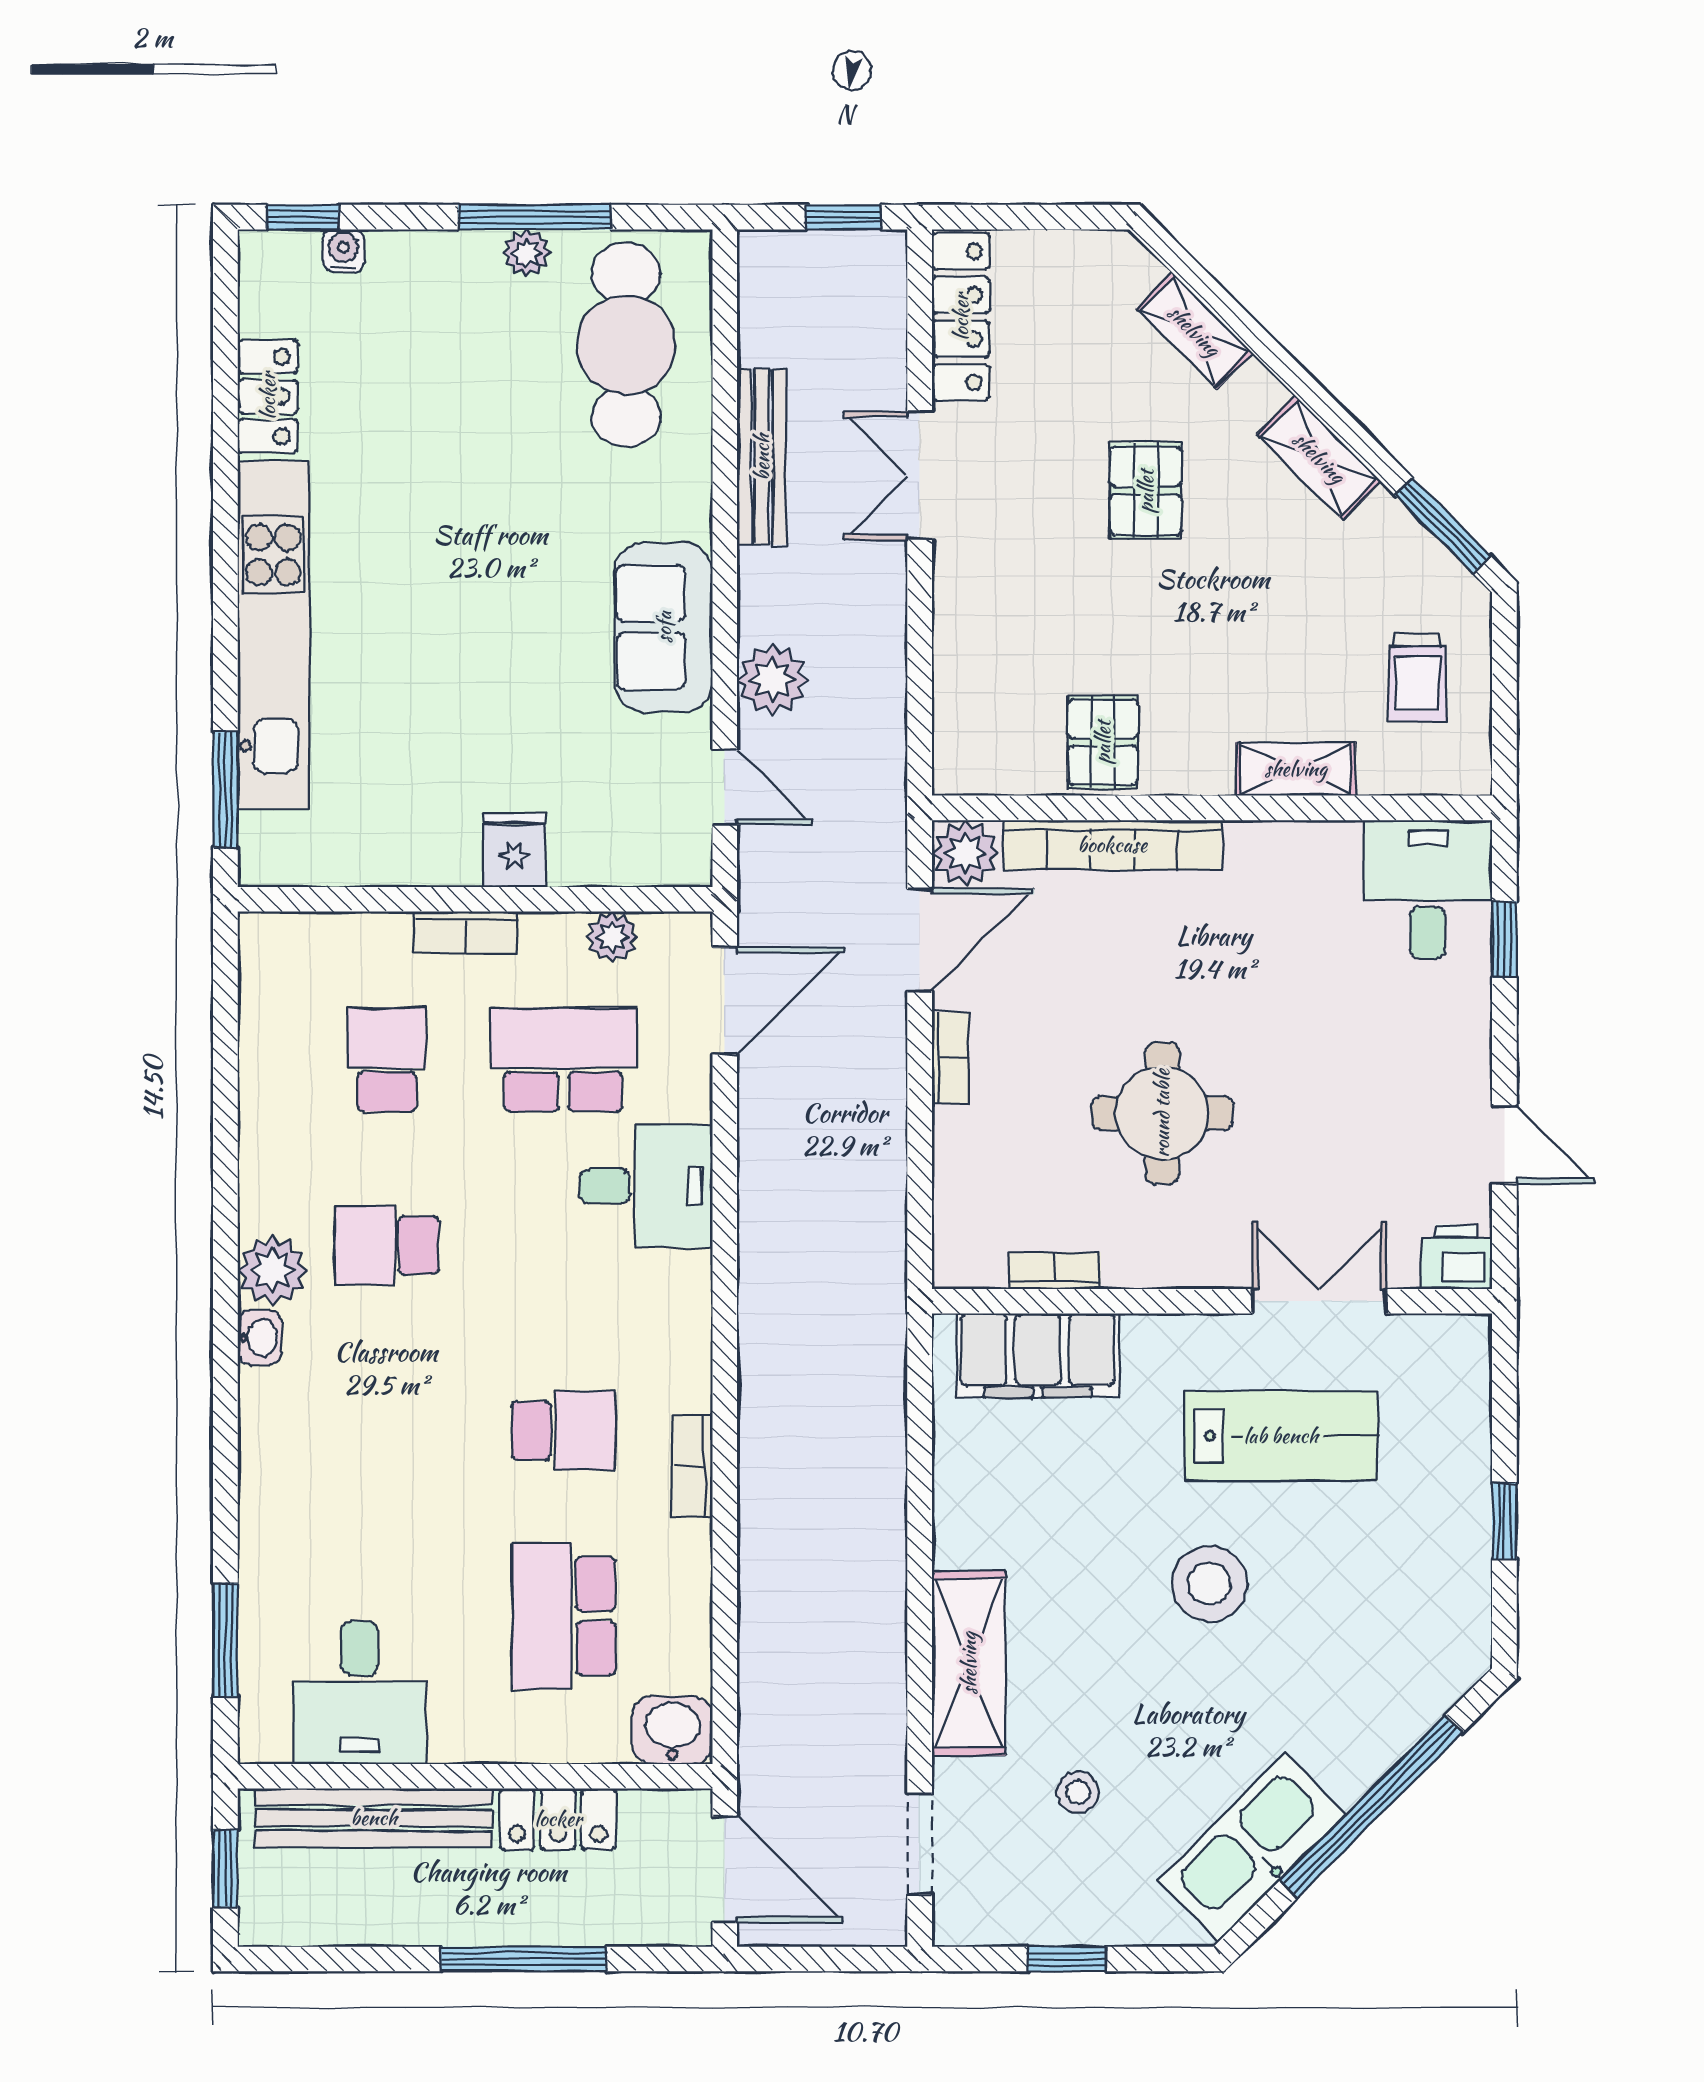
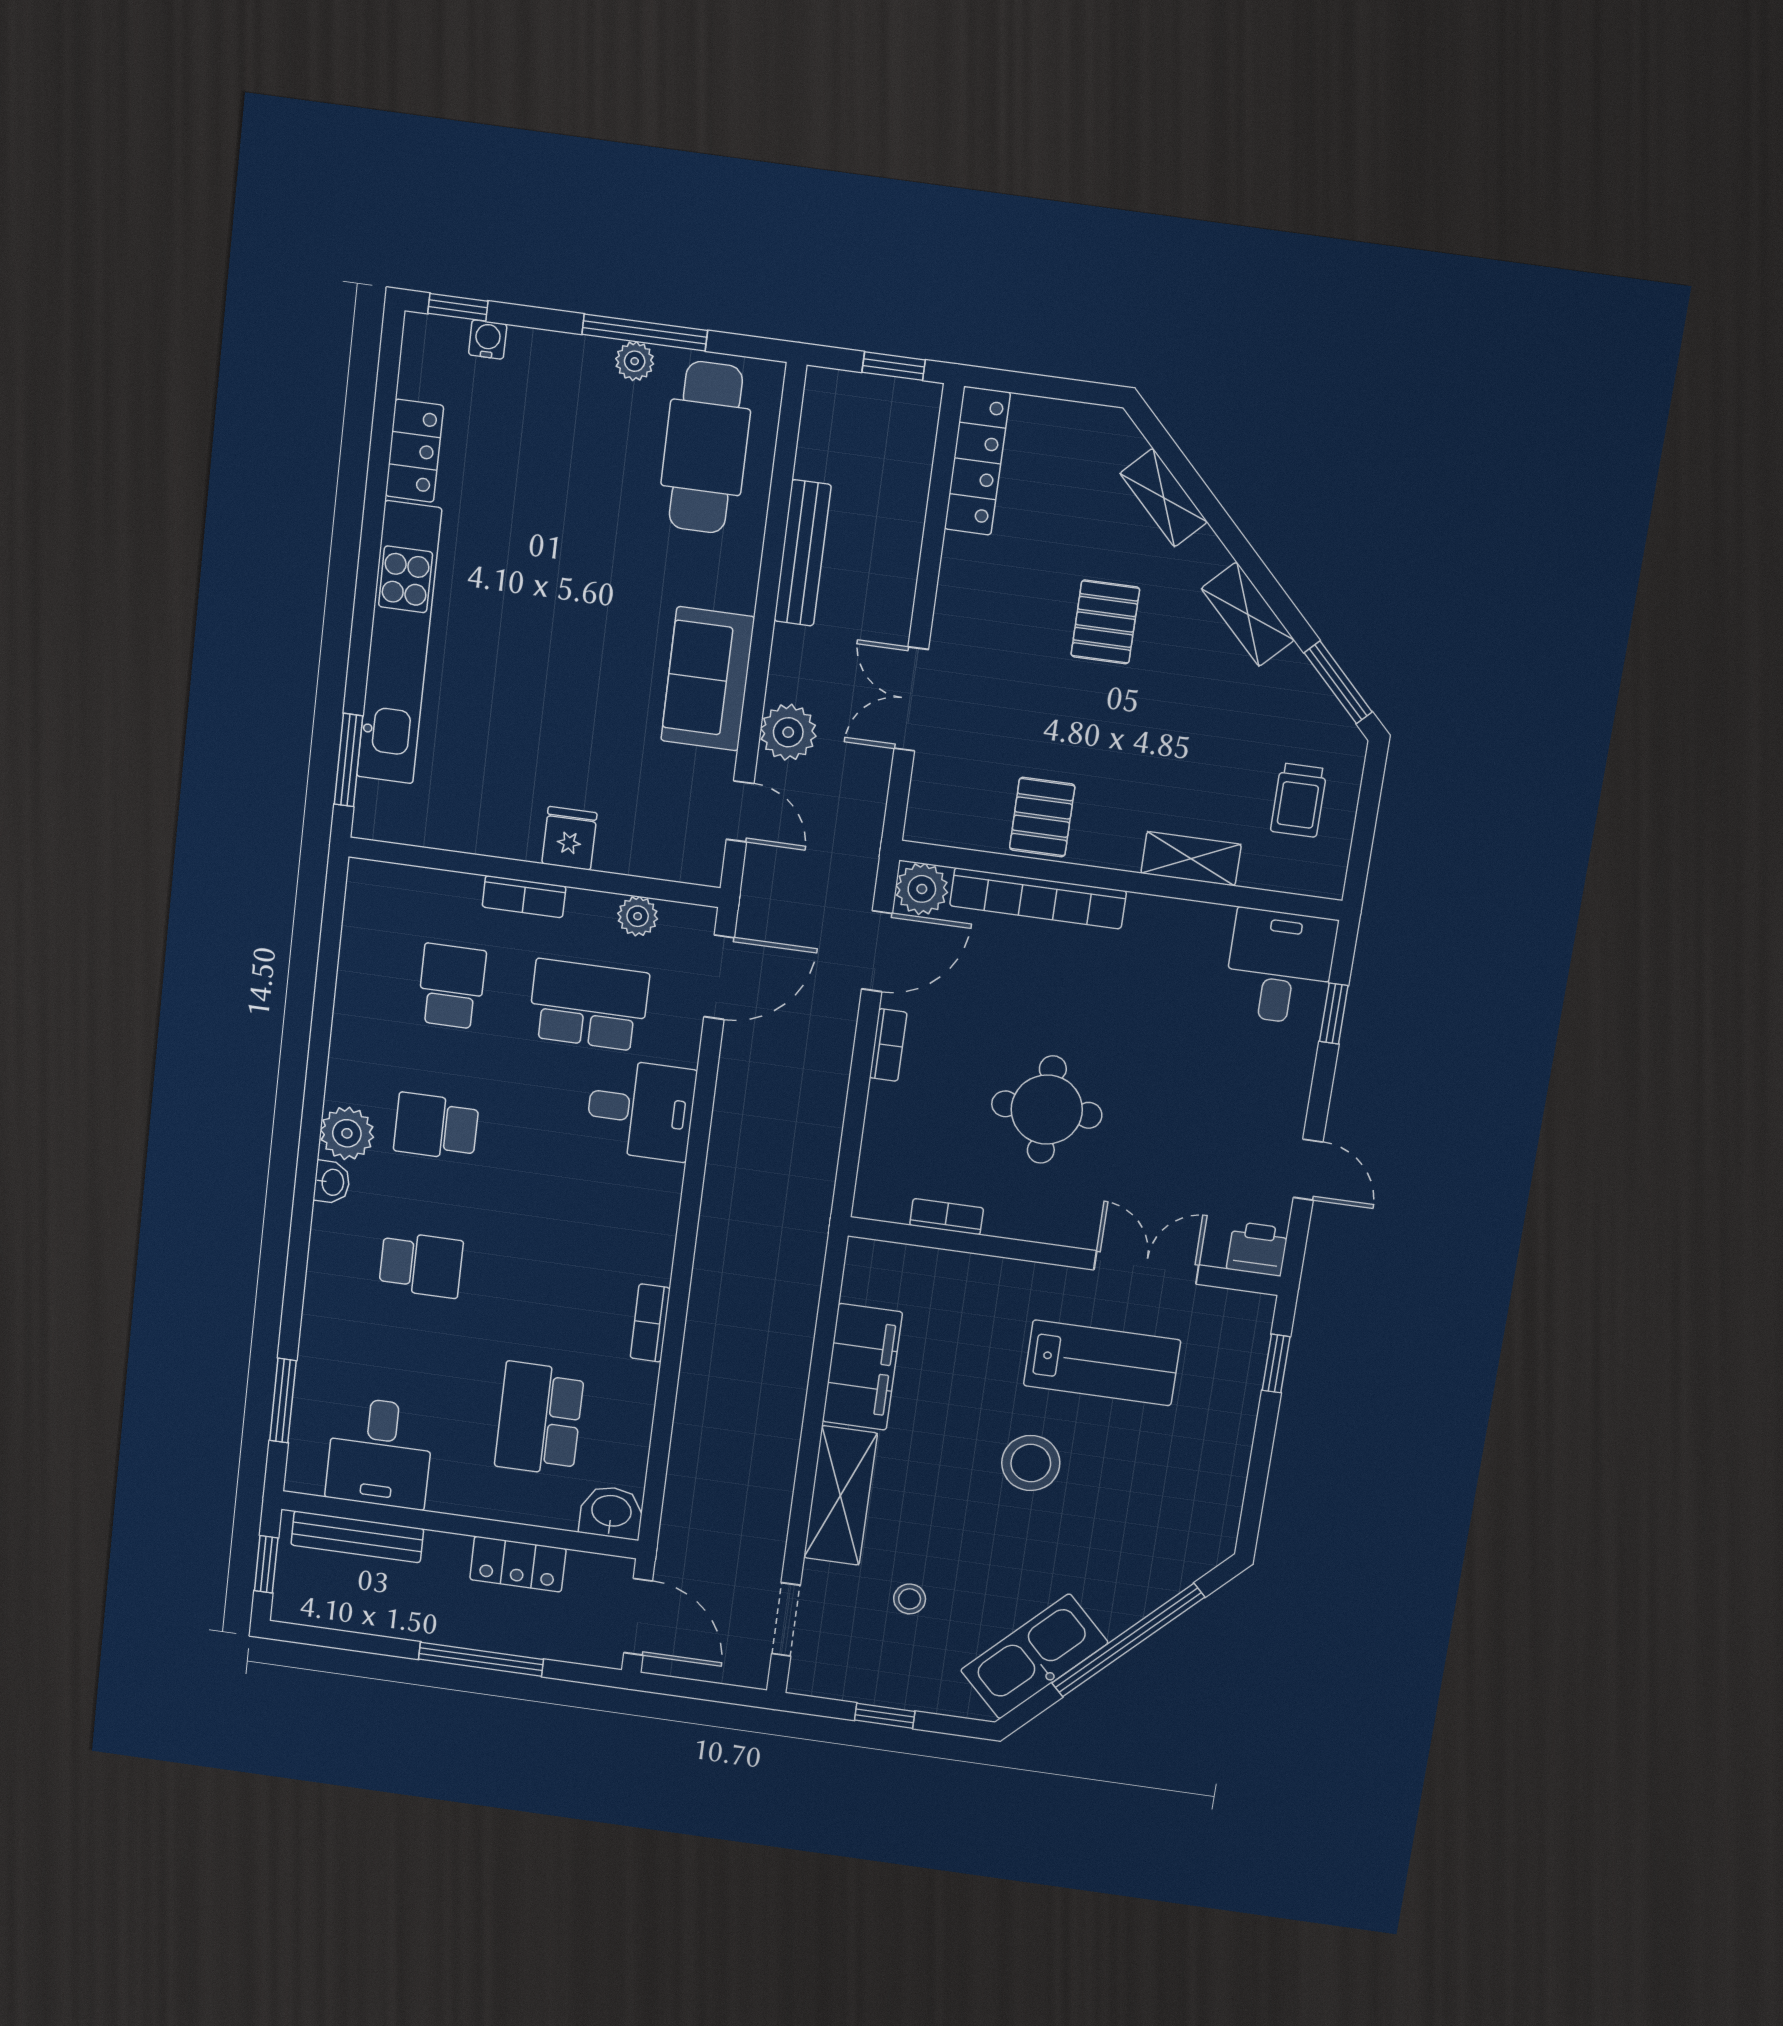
double door: (920, 476) -> (911, 699), moved
filing cabinet: (1038, 1355) -> (862, 1367), moved, turned -90
school desk: (564, 1431) -> (421, 1265), moved
window: (1504, 1521) -> (1276, 1363), moved
bench: (374, 1818) -> (357, 1537), width x0.73, depth x0.82

